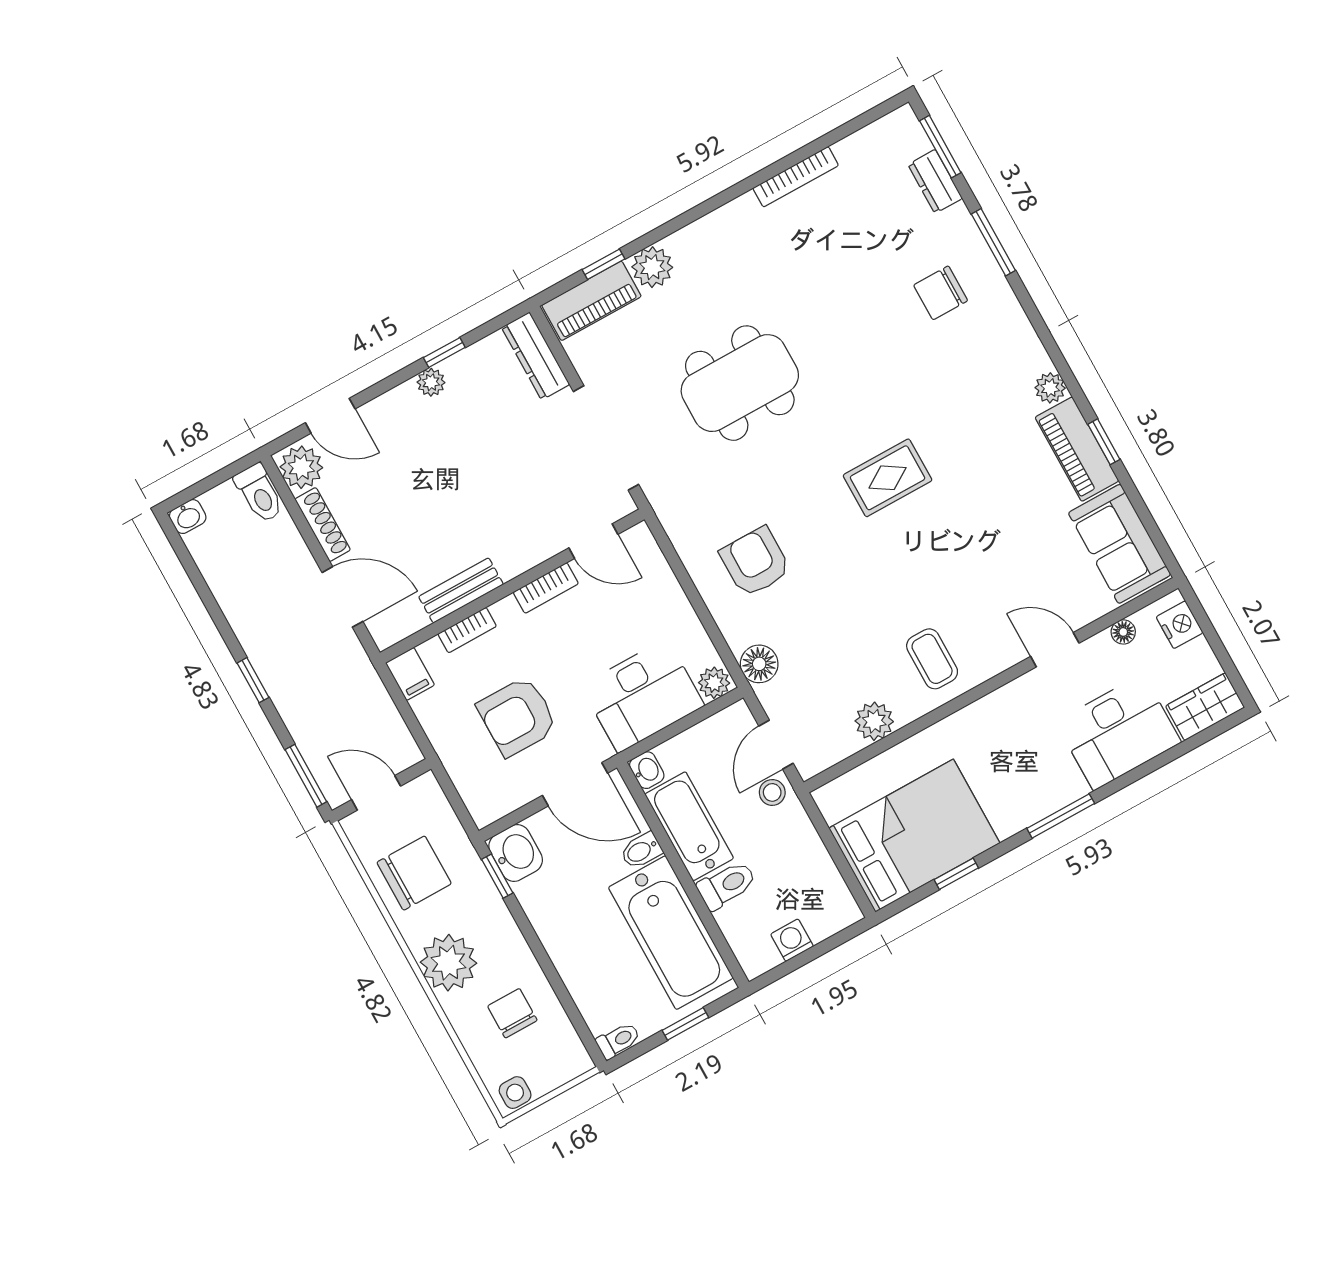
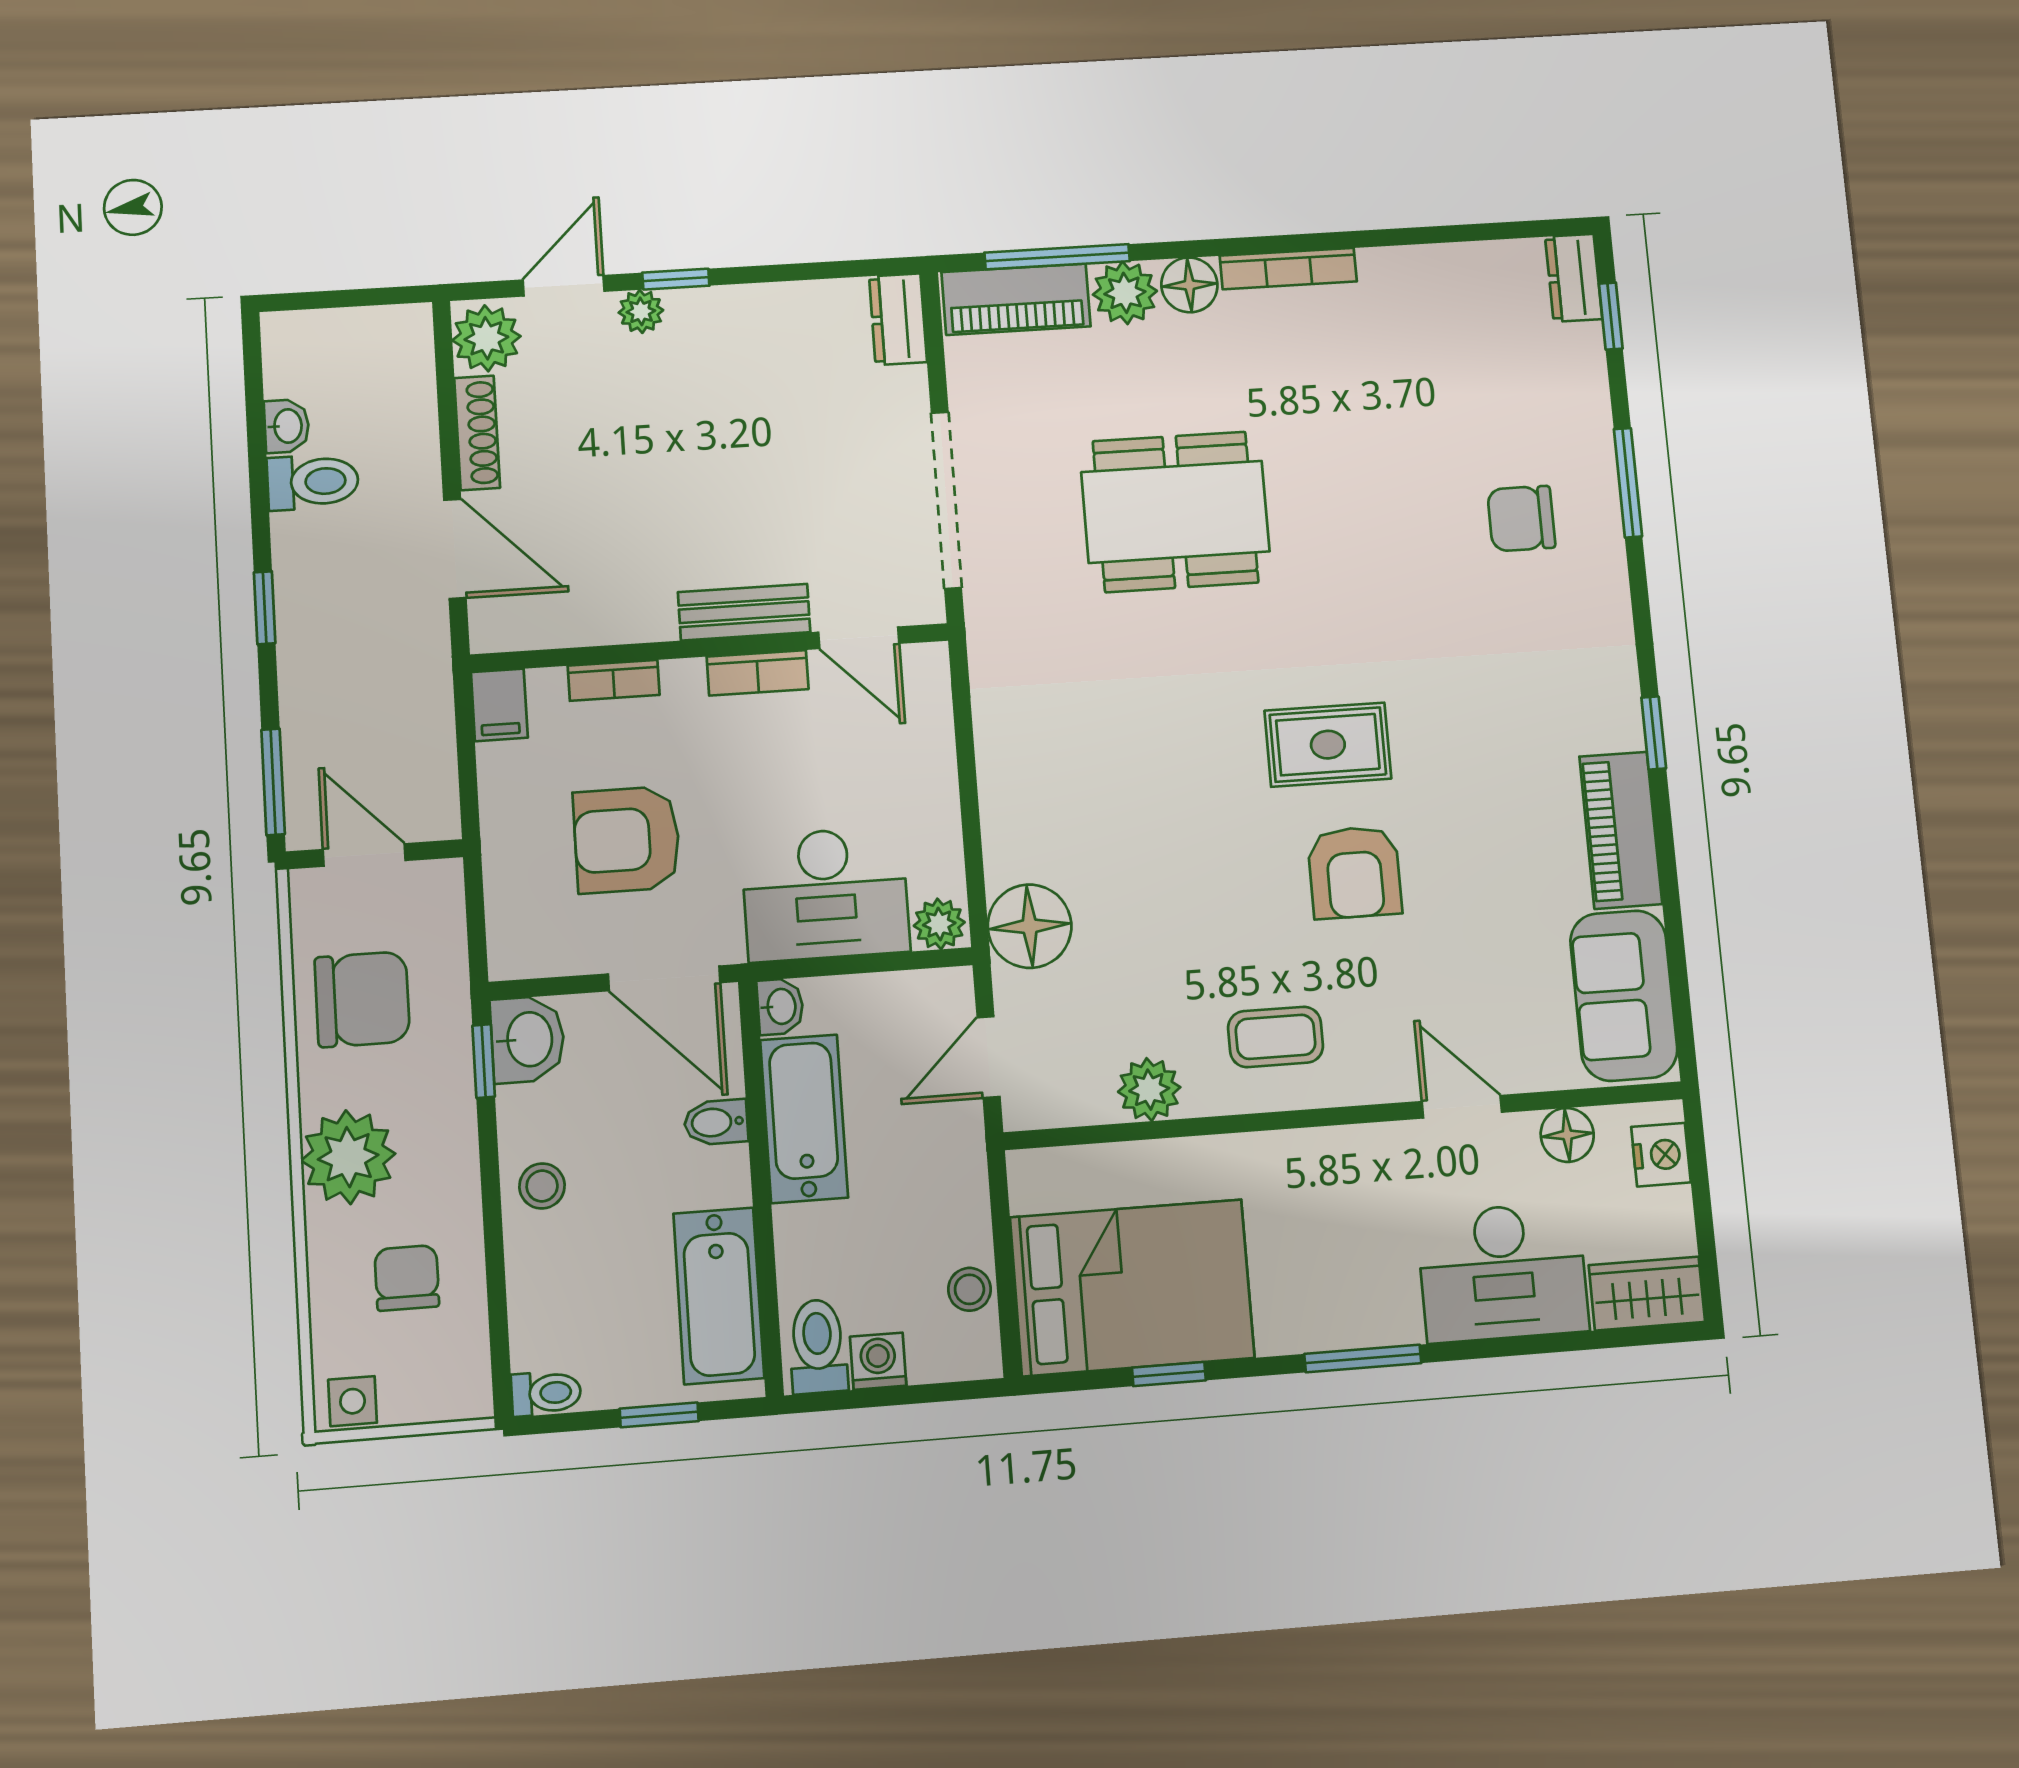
window: (940, 147) -> (1611, 316), width x0.67
bookcase: (796, 177) -> (1288, 269), moved
dresser: (935, 181) -> (1574, 278), moved
floor lamp: (687, 245) -> (1189, 285), added
window: (604, 264) -> (1057, 257), width x2.17
window: (444, 352) -> (676, 279), moved
dresser: (536, 356) -> (898, 319), width x0.70
plant: (431, 382) -> (641, 311), moved
plant: (1050, 388) -> (1620, 725), removed
door: (330, 416) -> (564, 286), swing flipped
window: (1104, 442) -> (1654, 733), moved
toilet: (259, 493) -> (313, 482), moved, turned -90
washbasin: (188, 517) -> (287, 426), moved, turned -90
armchair: (755, 562) -> (1355, 872), moved, turned 180
bench: (461, 590) -> (744, 612), moved
floor lamp: (1123, 632) -> (1567, 1135), width x1.37, depth x1.37
coffee table: (932, 659) -> (1276, 1037), turned 90
floor lamp: (759, 664) -> (1030, 926), width x1.38, depth x1.38
stool: (772, 792) -> (969, 1289), moved
toilet: (727, 885) -> (818, 1346), moved, turned -90
stool: (562, 930) -> (542, 1186), added
bathtub: (671, 933) -> (719, 1296), width x0.73, depth x0.73

